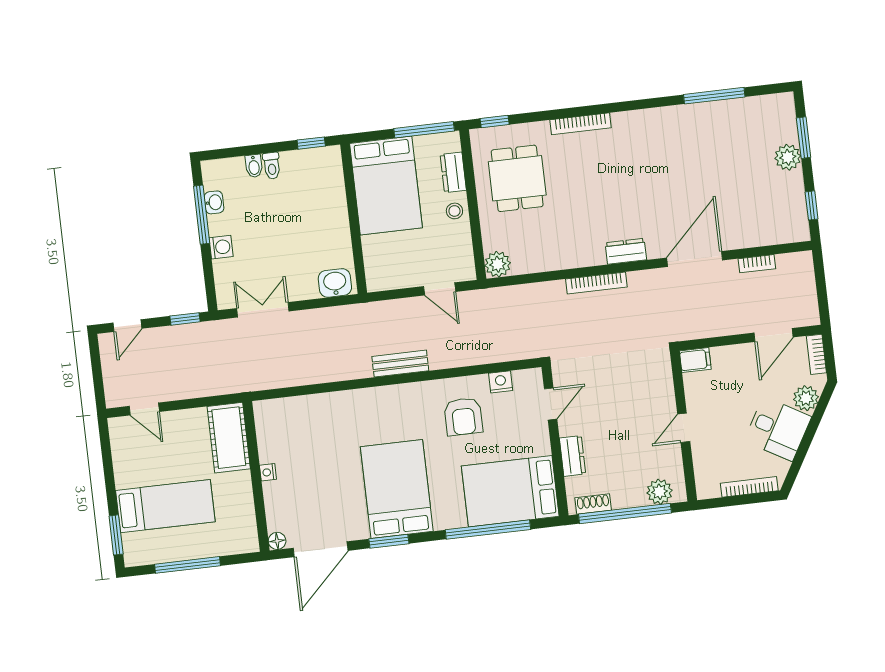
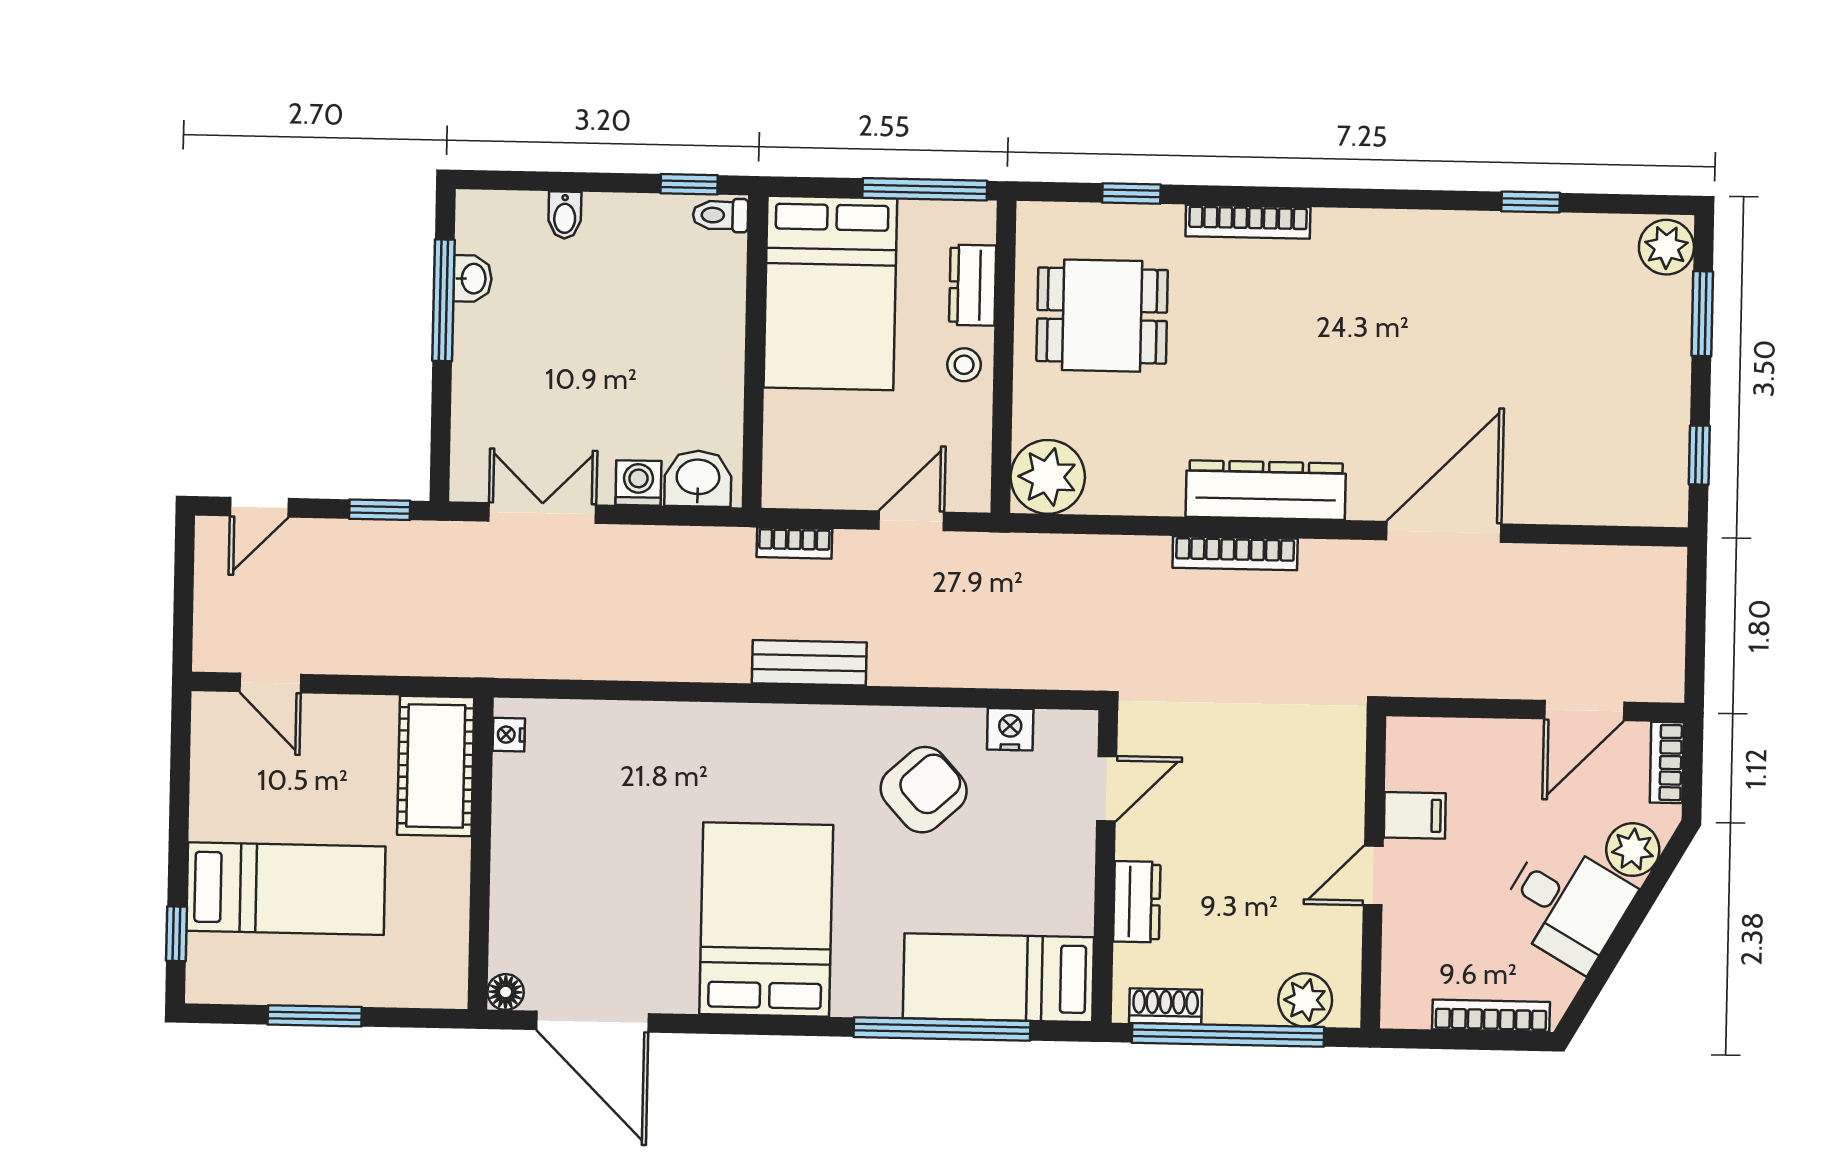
window: (714, 96) -> (1531, 202), width x0.46
window: (495, 121) -> (1131, 194), moved
plant: (788, 157) -> (1666, 247), moved
toilet: (272, 166) -> (720, 215), moved, turned 90
dining table: (517, 178) -> (1102, 316), turned 90
washing machine: (221, 247) -> (638, 483), moved, turned -90
dresser: (626, 251) -> (1266, 490), width x1.96, depth x1.24
plant: (498, 264) -> (1048, 477), width x1.36, depth x1.36
bookcase: (757, 264) -> (794, 543), moved
door: (440, 289) -> (911, 521), swing flipped
filing cabinet: (695, 360) -> (1415, 815), moved
armchair: (463, 417) -> (924, 790), turned -132
nightstand: (268, 472) -> (509, 735), moved
bed: (510, 491) -> (998, 978), width x0.67
window: (116, 535) -> (177, 934), width x0.67
window: (389, 541) -> (735, 1025), removed
door: (321, 549) -> (592, 1022), hinge flipped
window: (187, 565) -> (315, 1016), width x0.69

